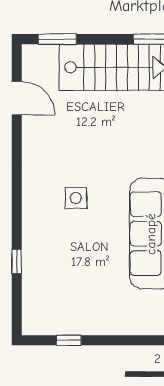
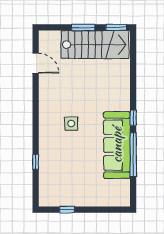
window: (57, 39) -> (83, 27), moved

